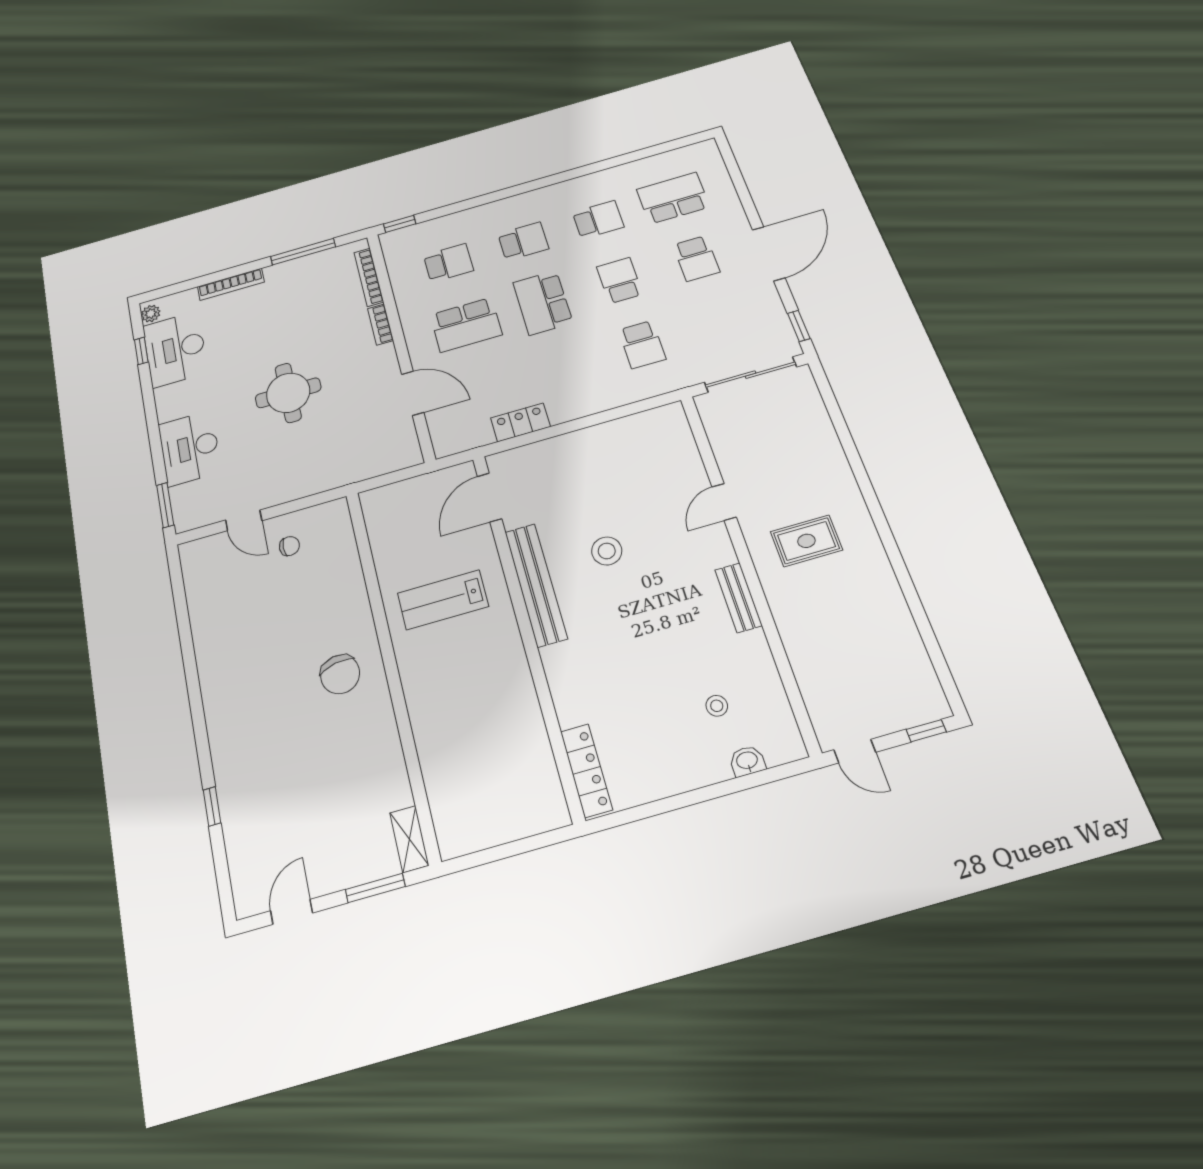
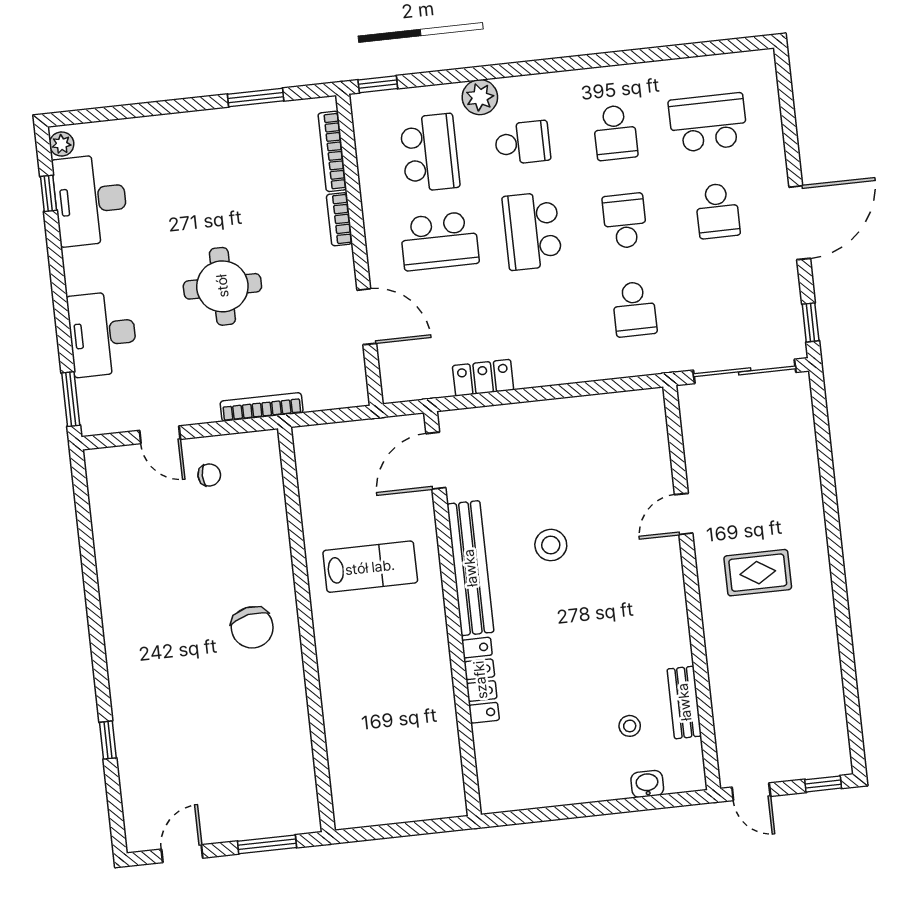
plant: (483, 217) -> (480, 97), added
school desk: (598, 220) -> (615, 133), turned 90
window: (303, 252) -> (256, 98), width x0.69
school desk: (448, 263) -> (430, 153), width x1.85
bookcase: (231, 284) -> (262, 407), moved, turned 180
bench: (738, 598) -> (684, 702), moved
lab bench: (443, 600) -> (370, 567), turned 180
locker: (586, 770) -> (480, 680), moved
shelving: (409, 839) -> (306, 804), removed

